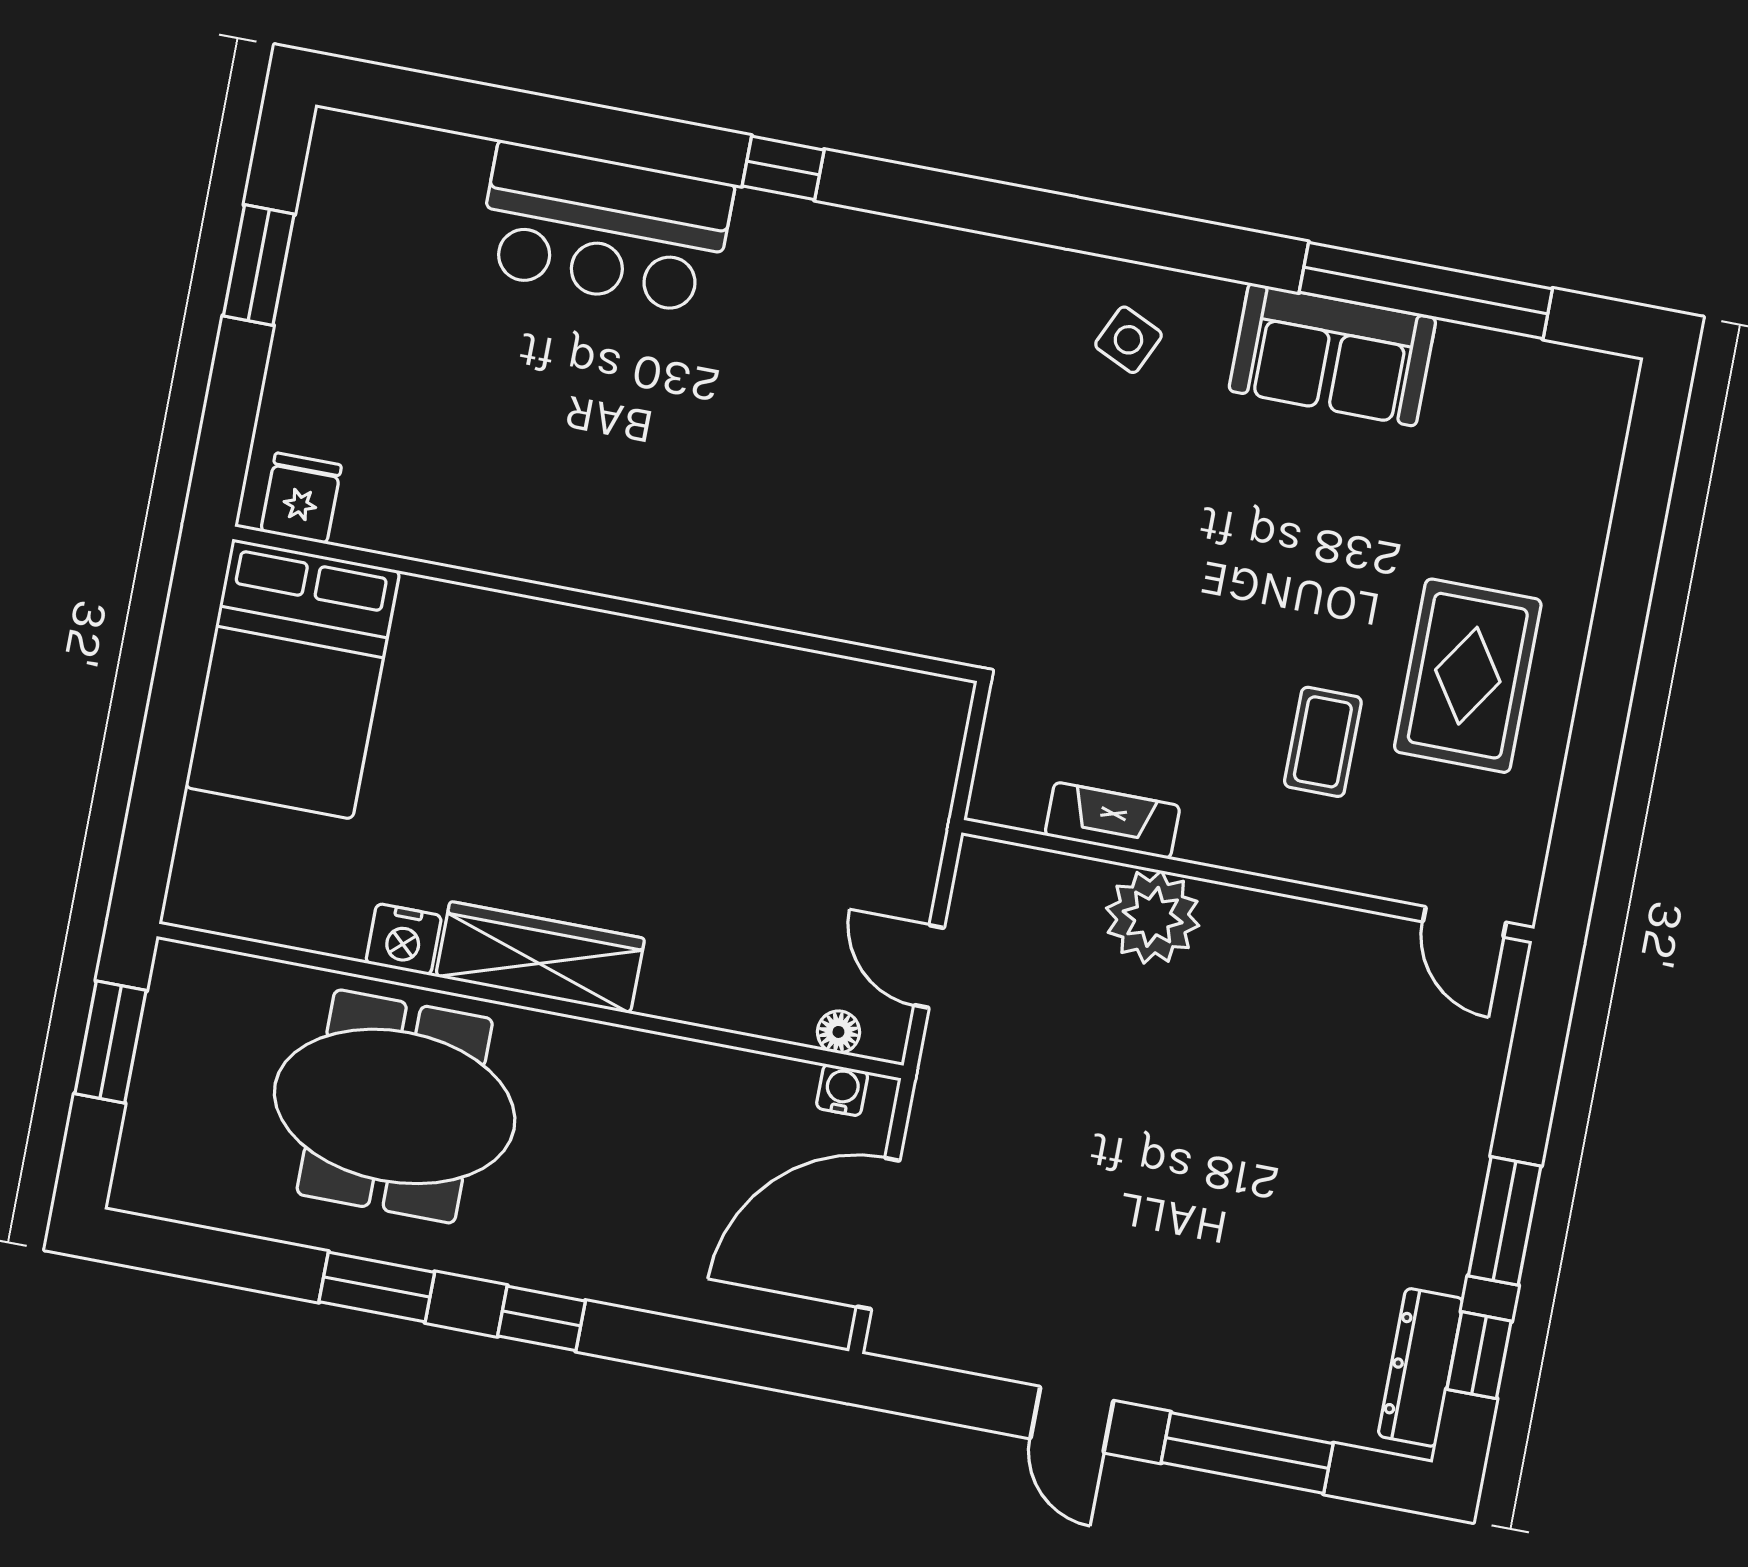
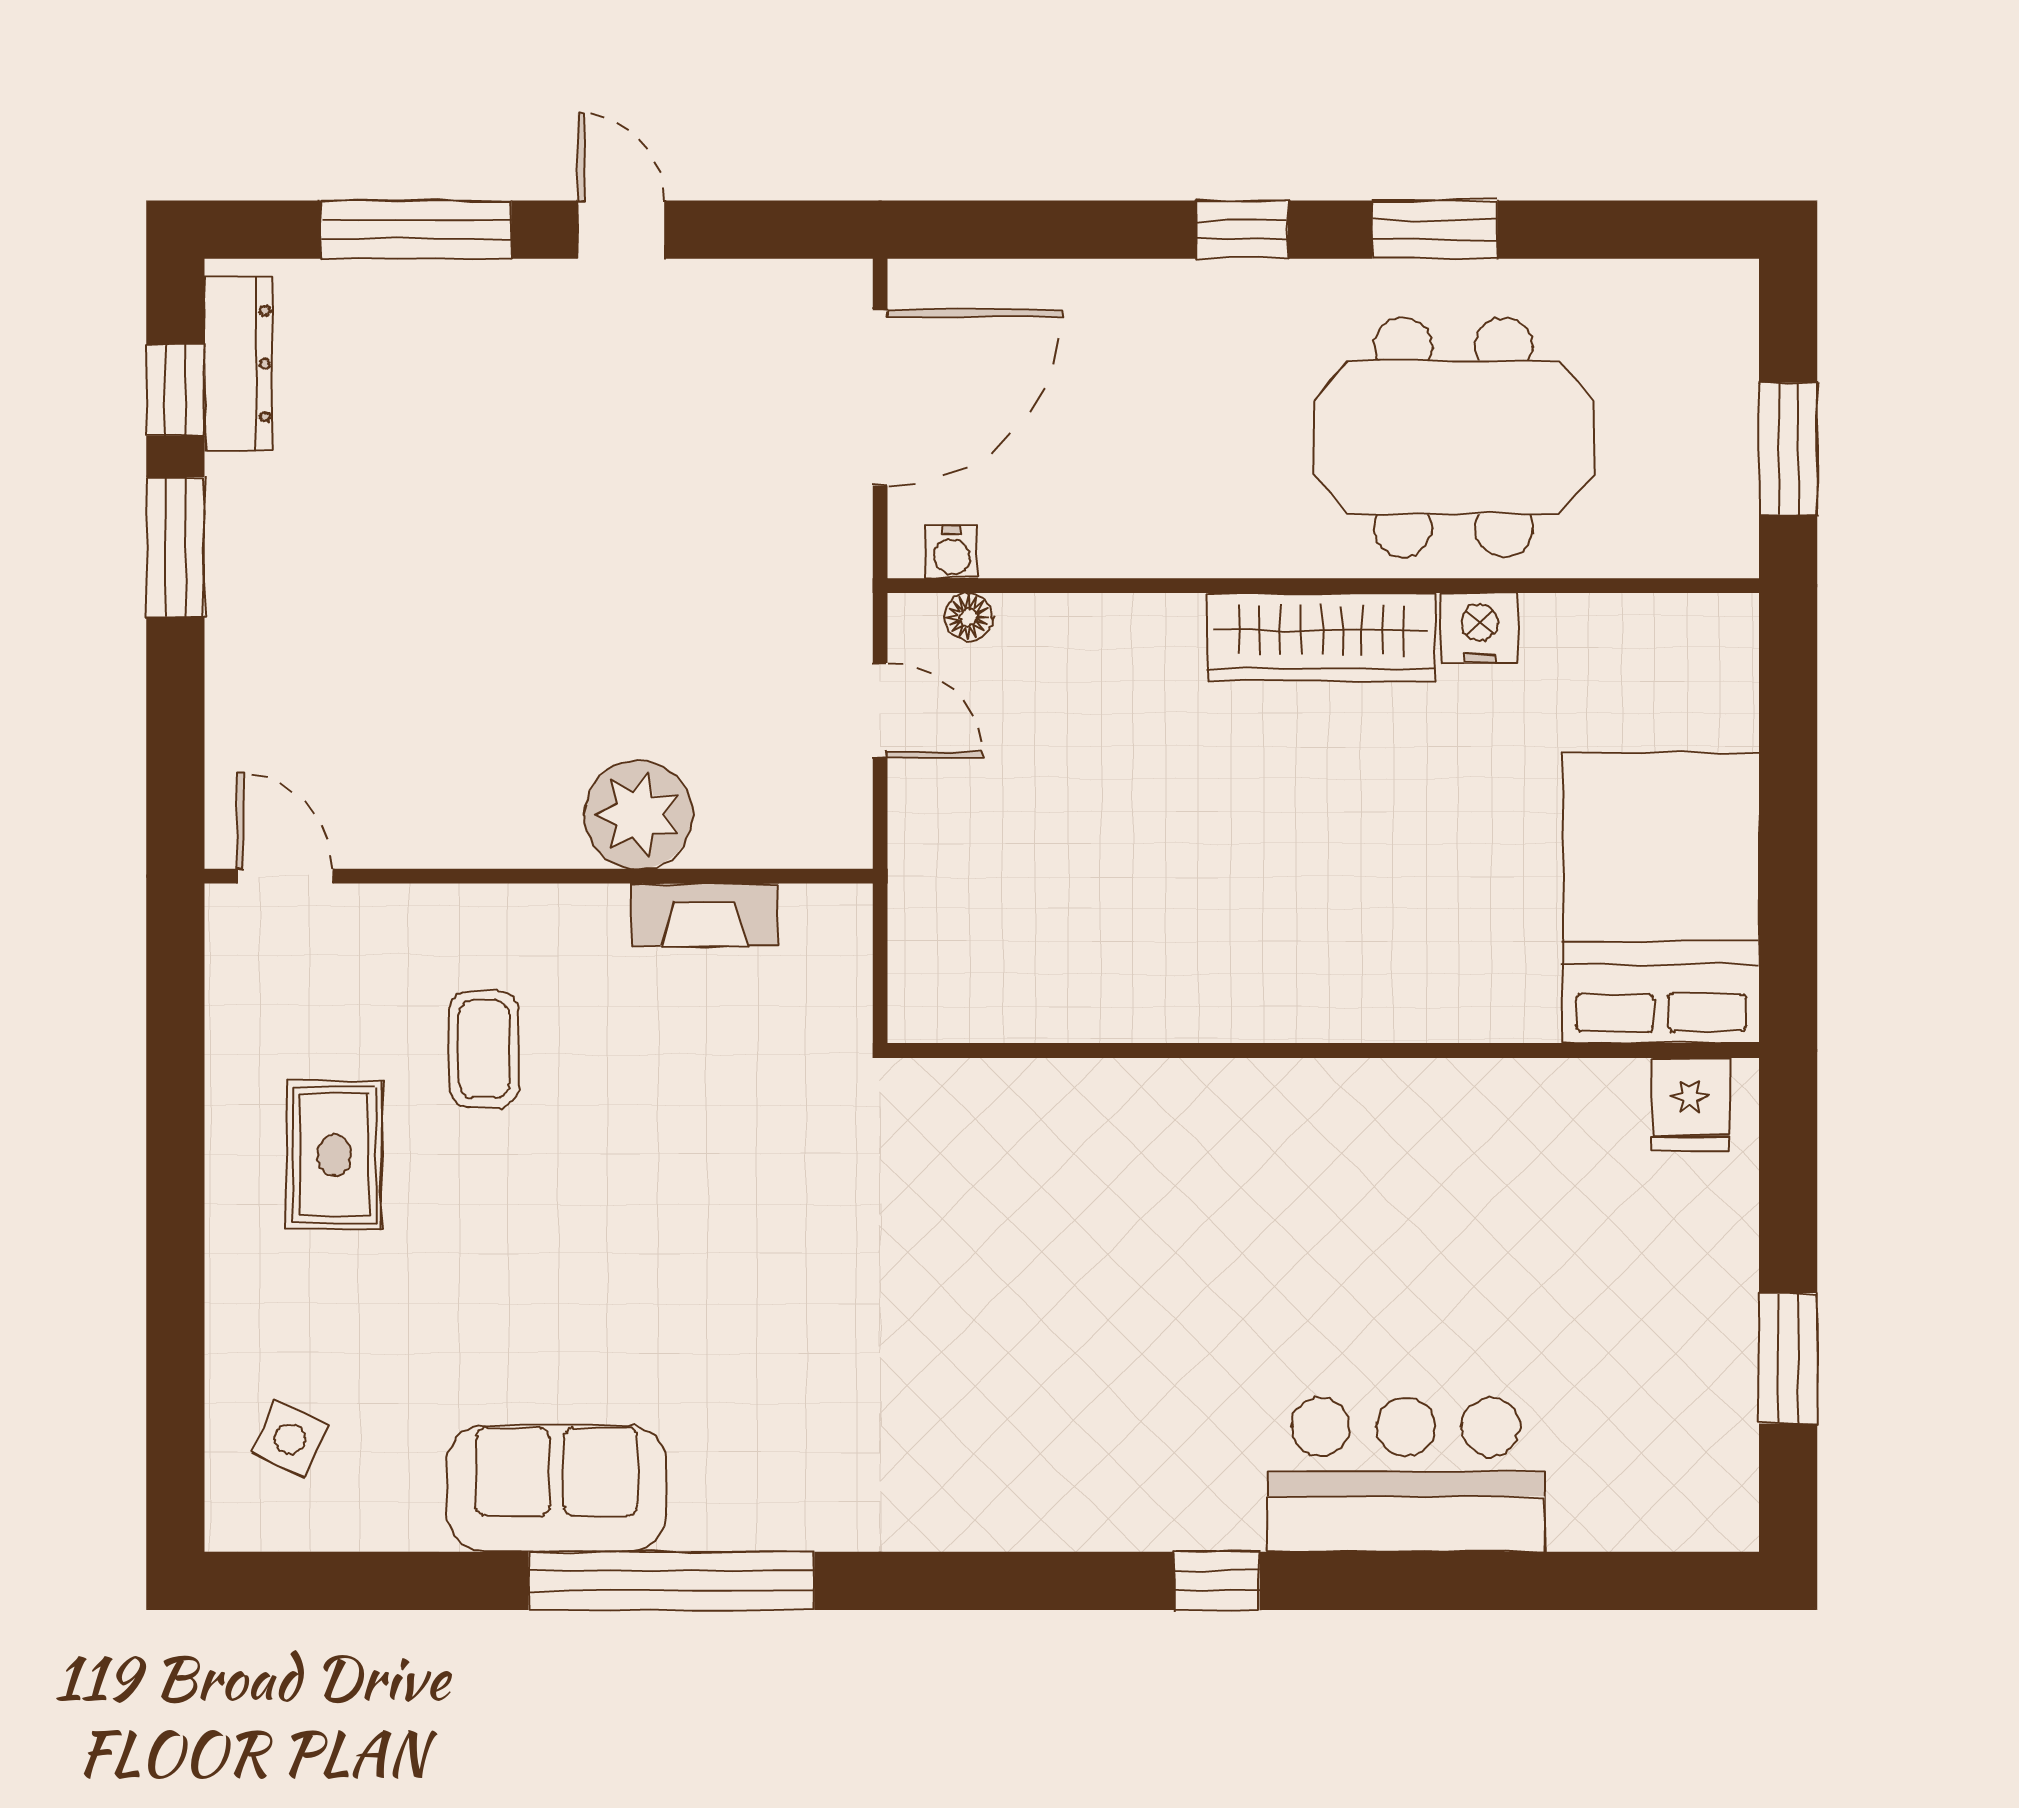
window: (1426, 291) -> (671, 1581), moved
side table: (1128, 340) -> (290, 1439), moved
rug: (1468, 676) -> (334, 1155), width x0.73, depth x0.70

